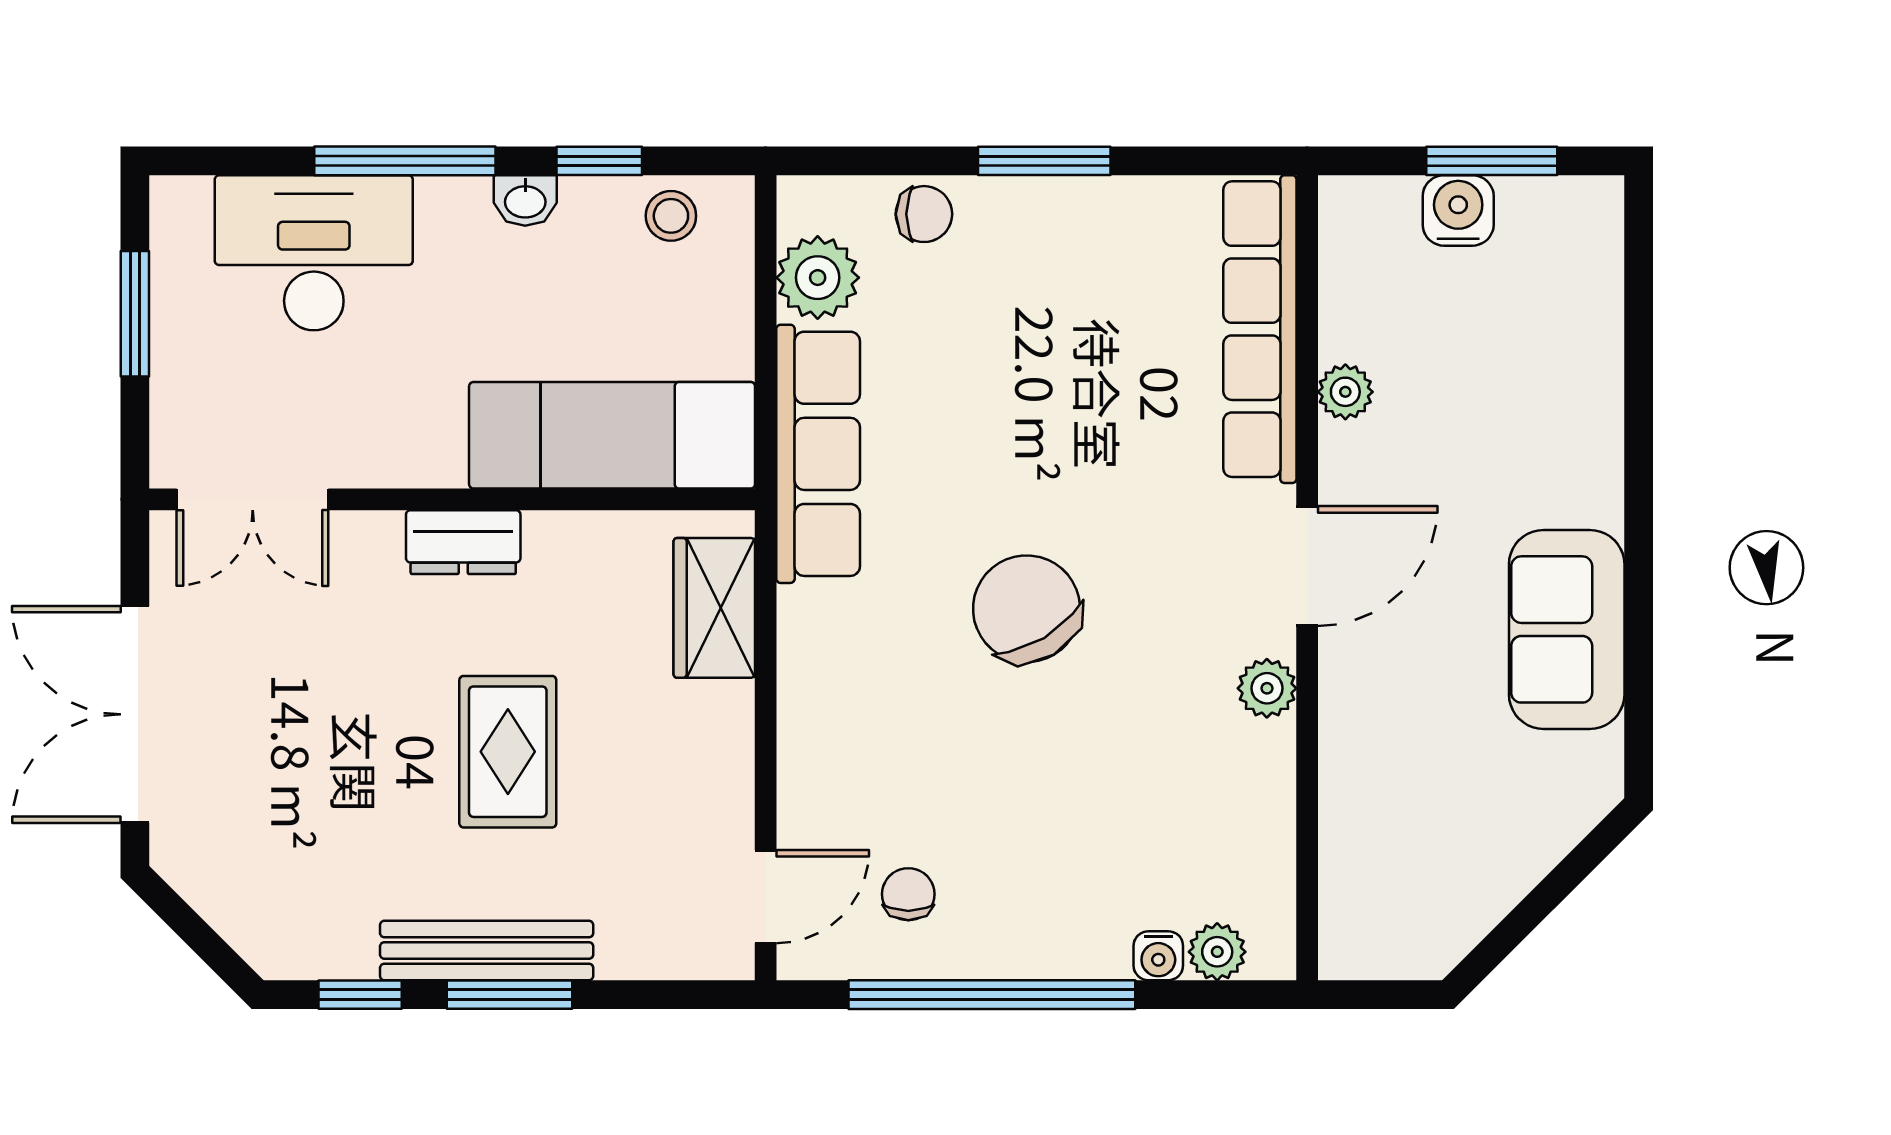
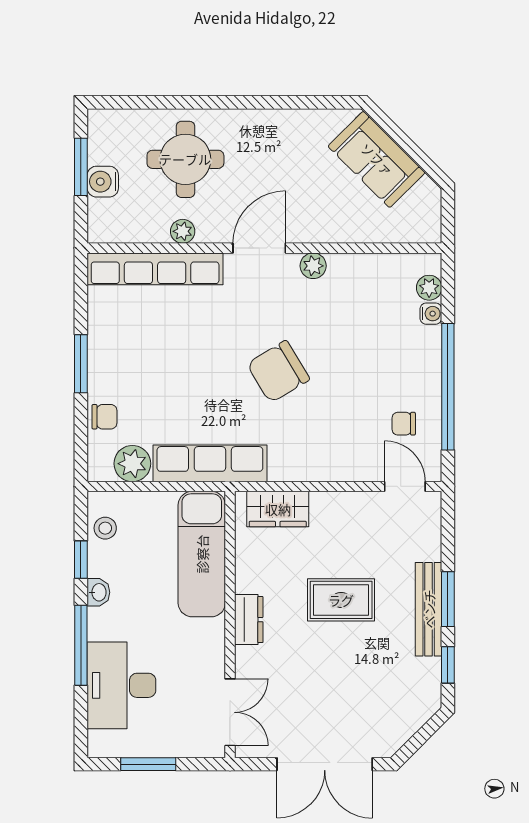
chair: (924, 214) -> (104, 417), turned 90
round table: (1509, 398) -> (185, 159), added
door: (1307, 566) -> (259, 248), hinge flipped
sofa: (1567, 629) -> (377, 159), moved, turned 45

